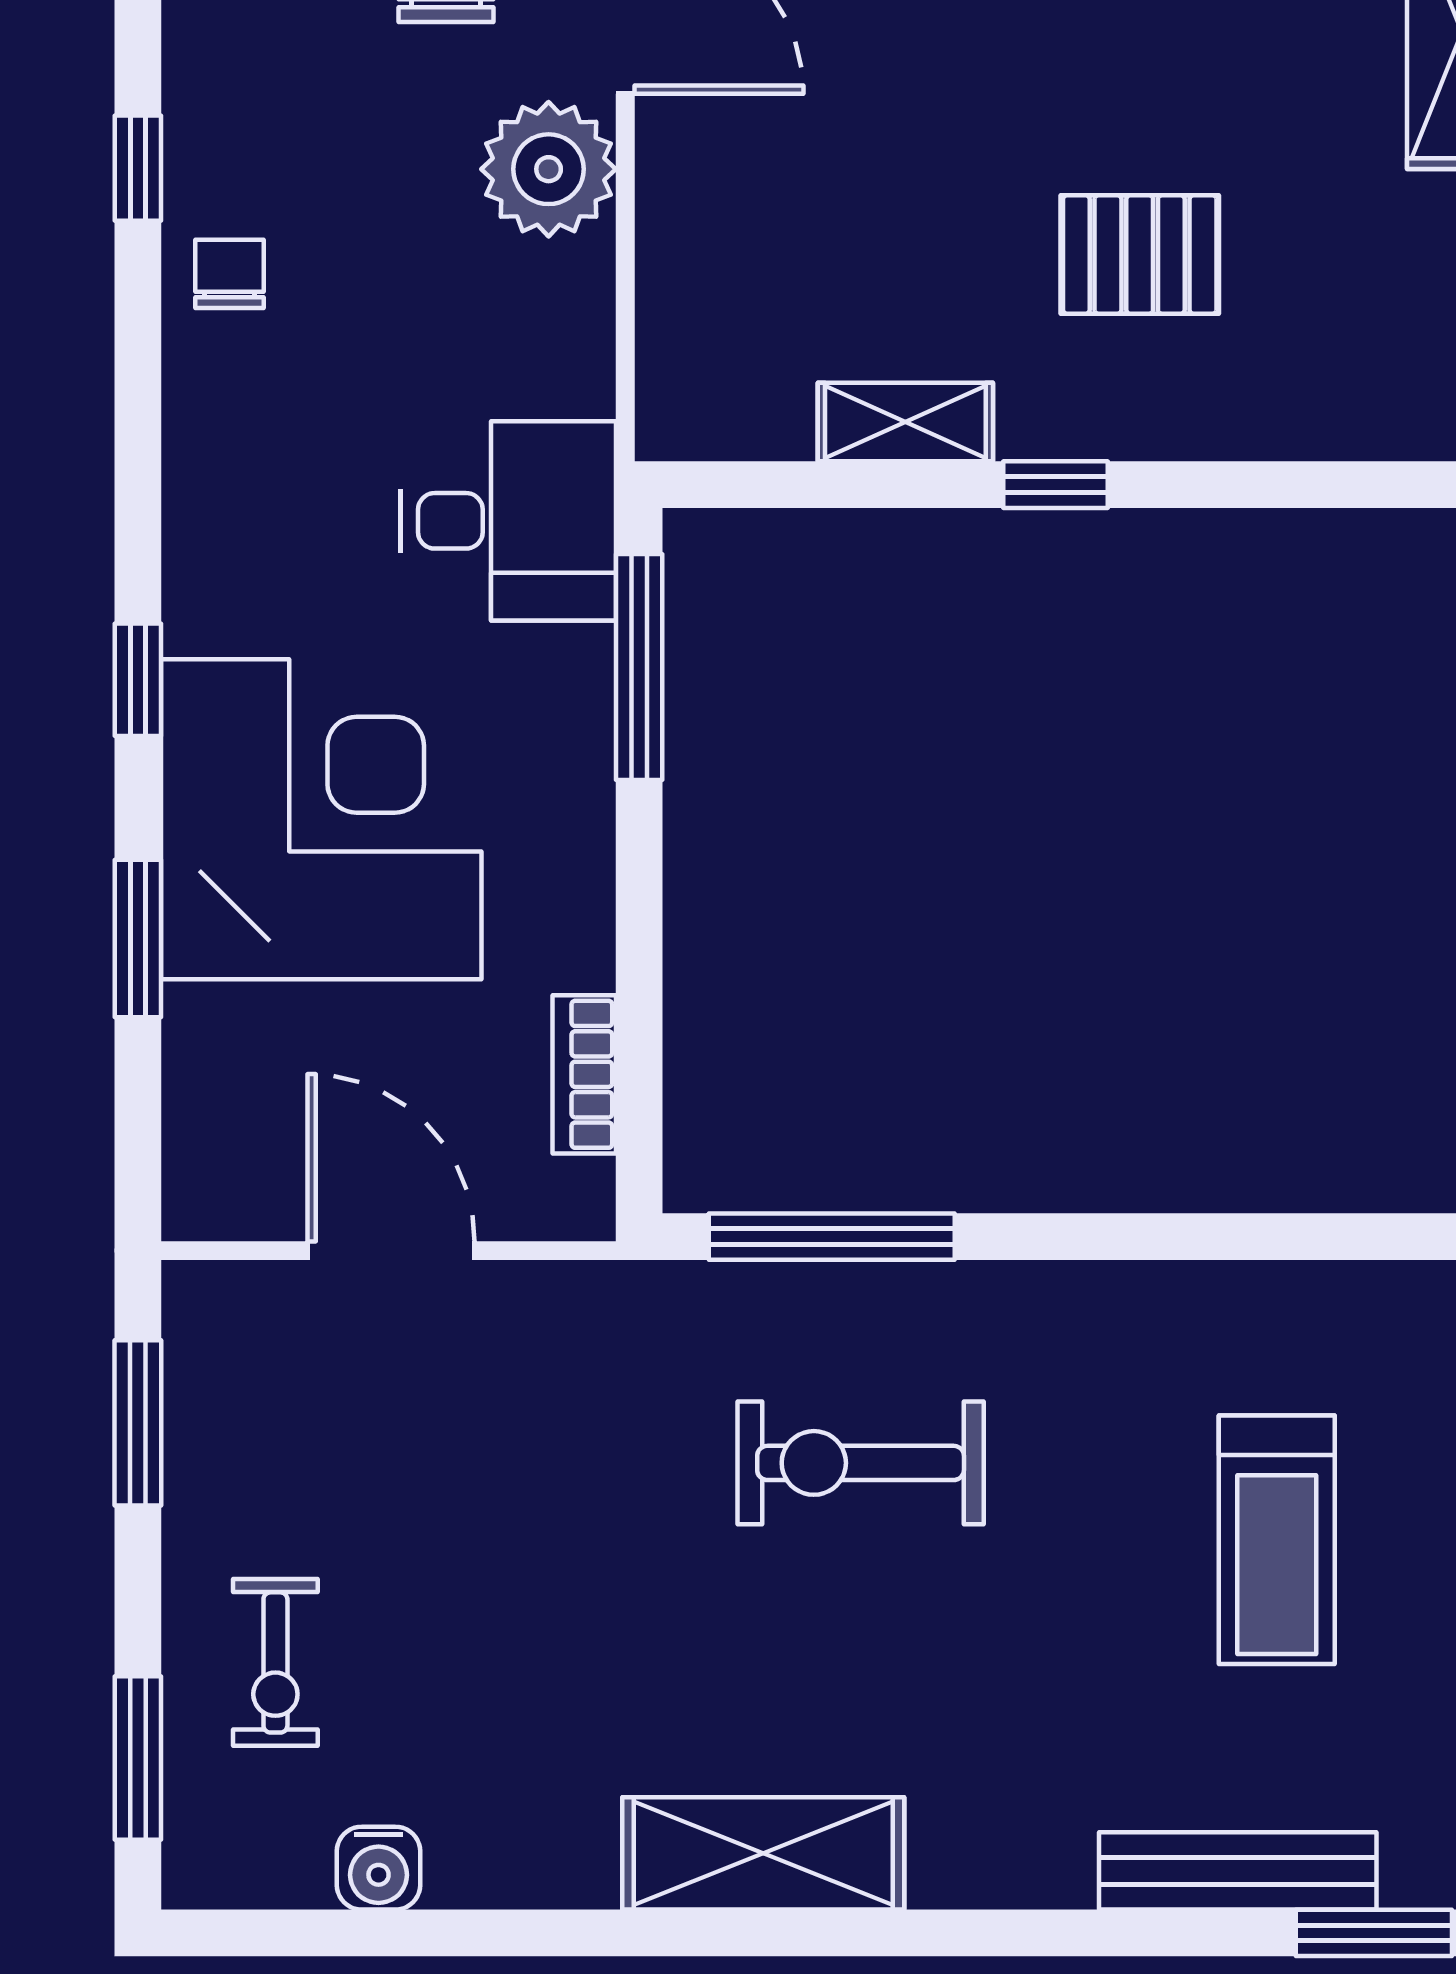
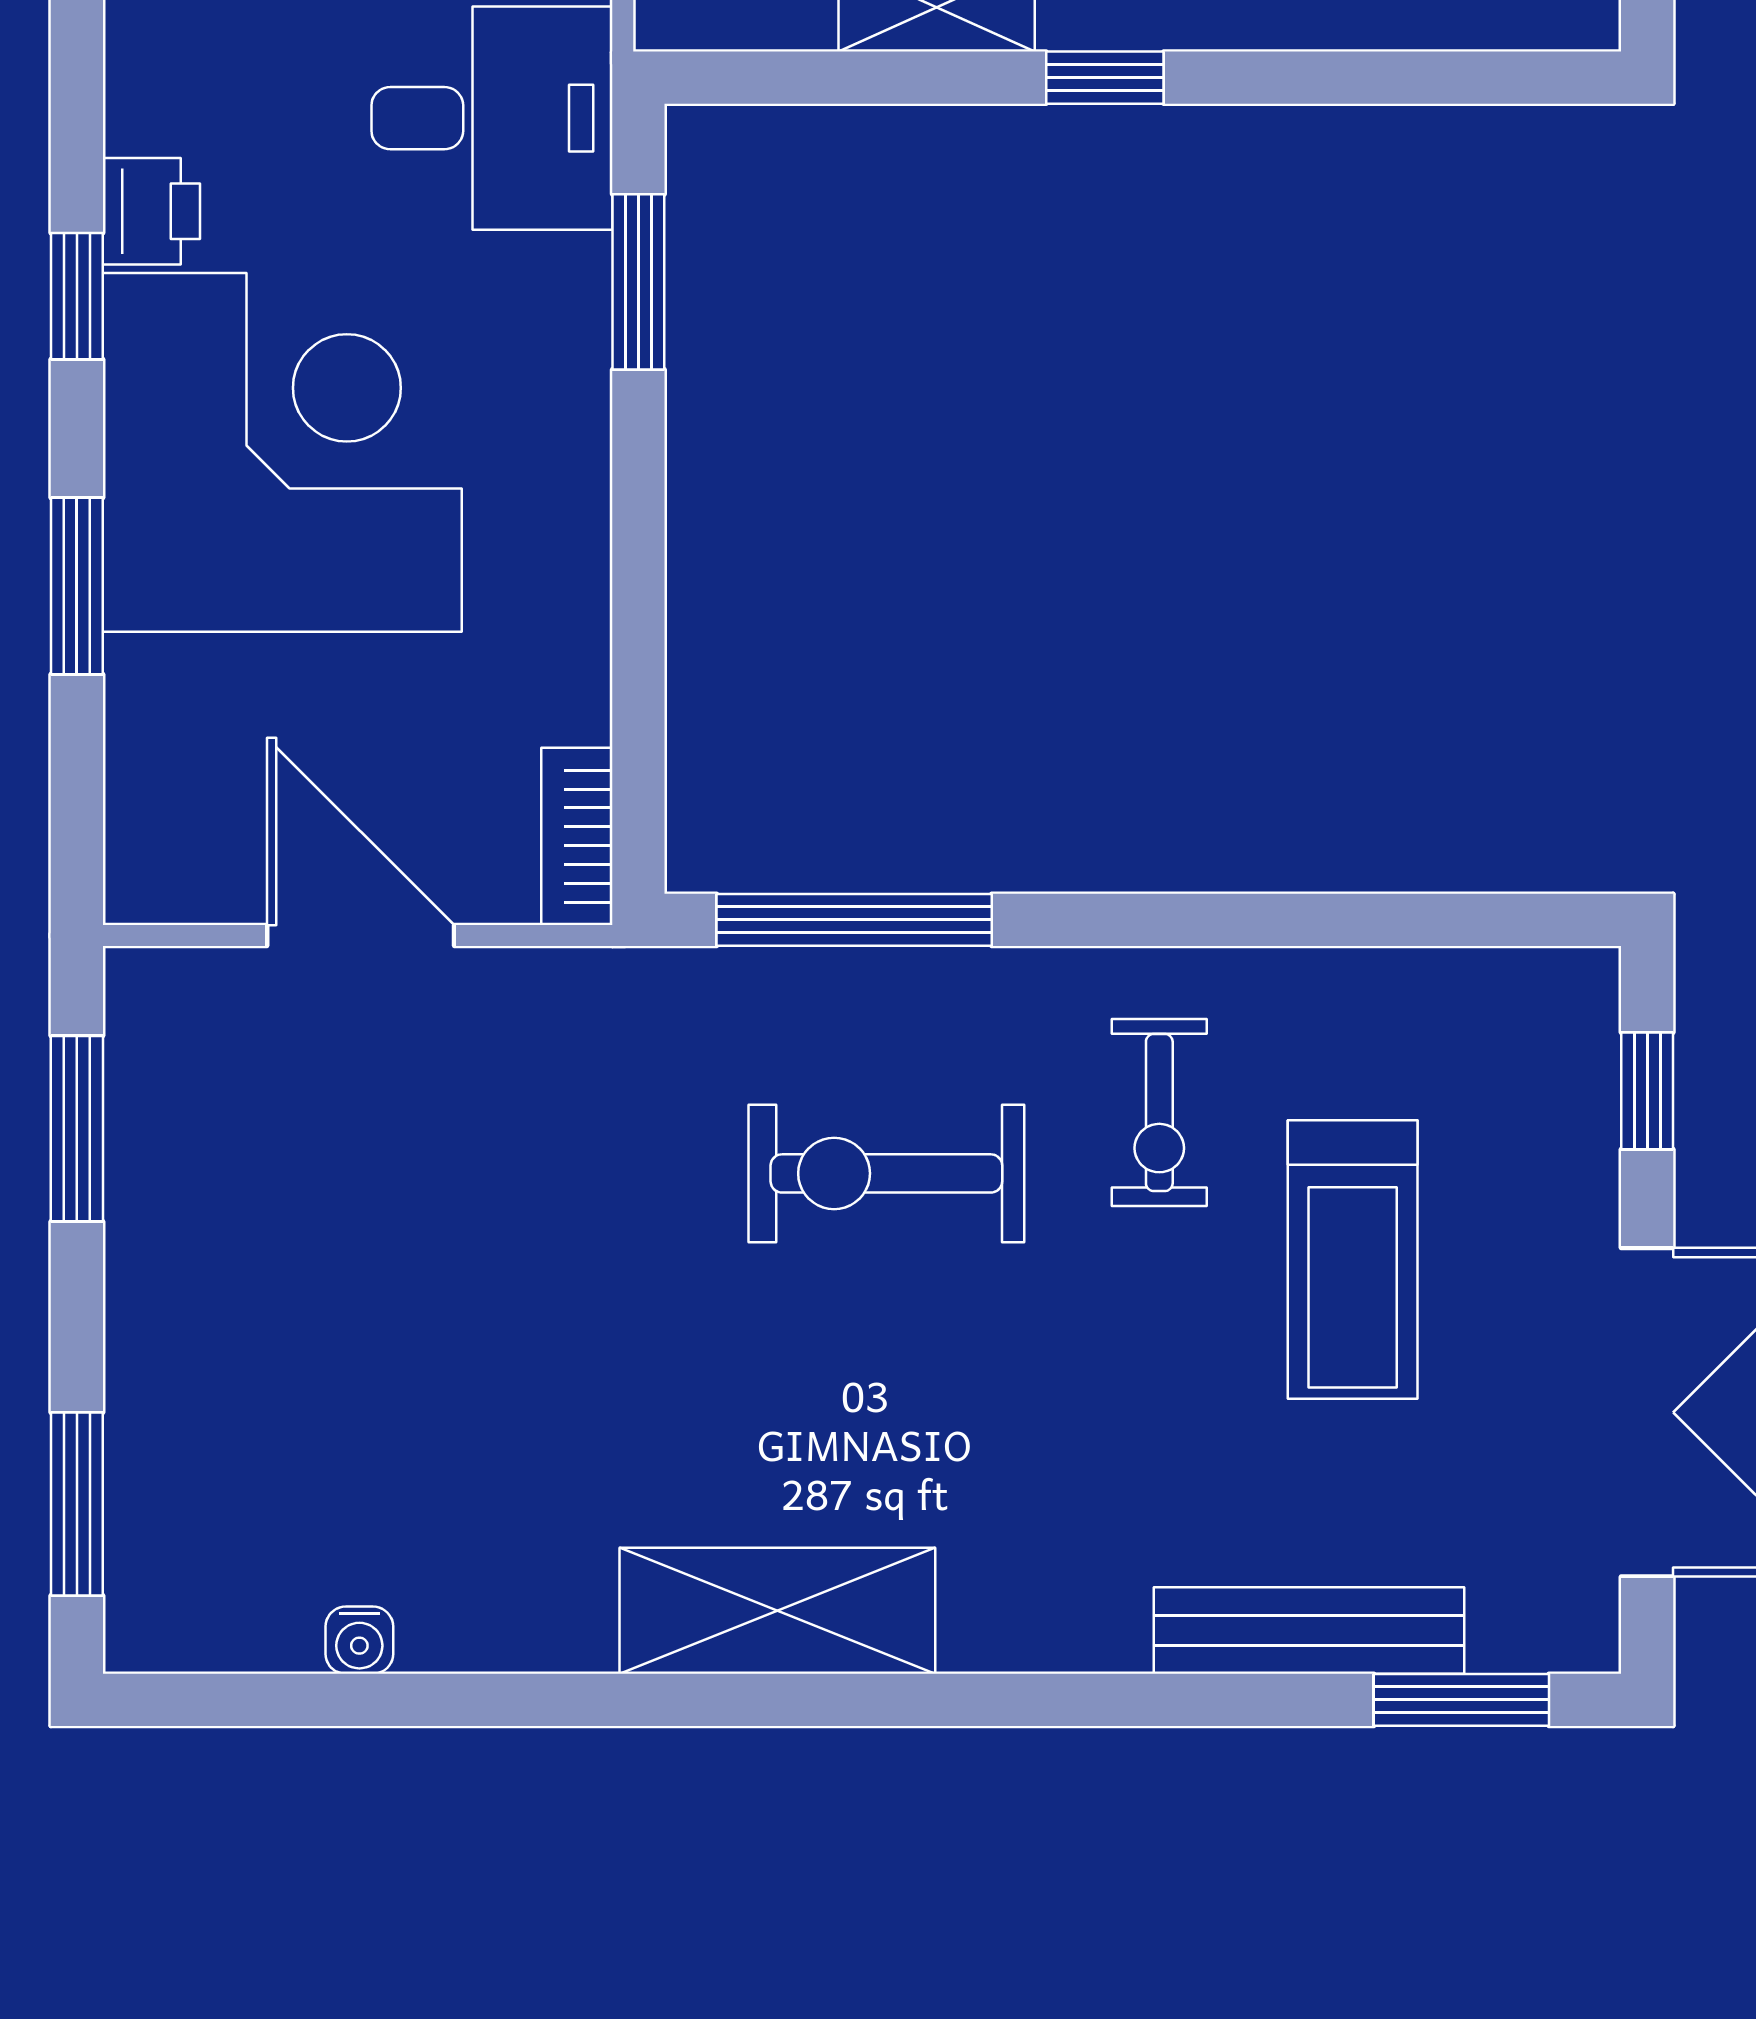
printer: (204, 604) -> (151, 211), added
window: (639, 667) -> (638, 282), width x0.69
bookcase: (584, 1074) -> (577, 836), moved
exercise bike: (275, 1662) -> (1159, 1113), moved
water cooler: (379, 1868) -> (359, 1640), width x0.72, depth x0.72

